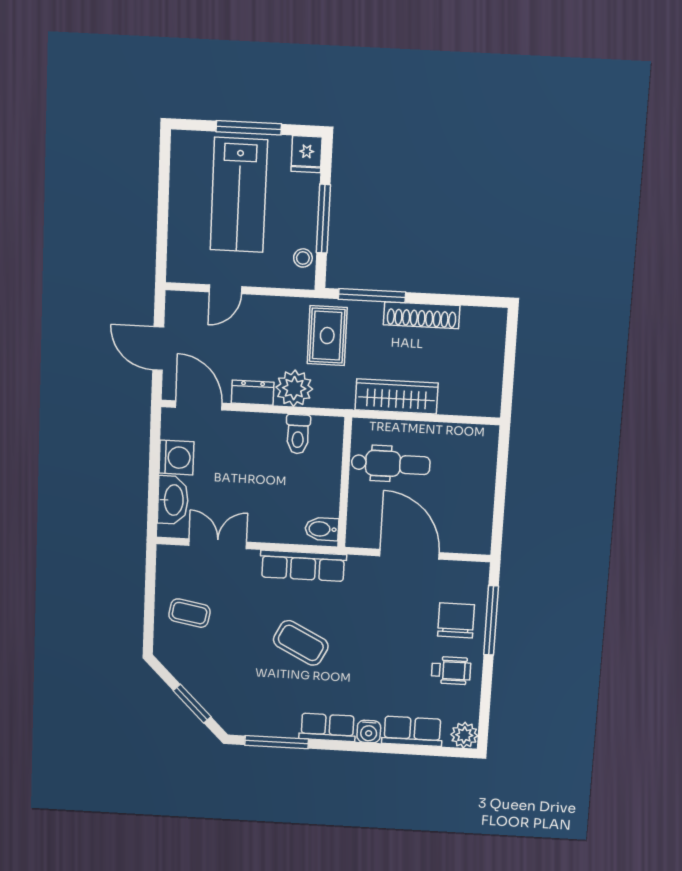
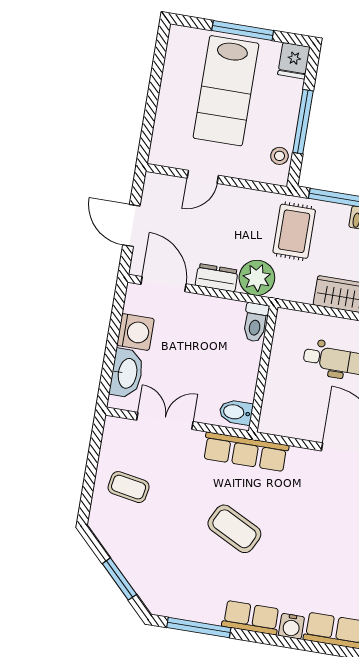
wall: (345, 482) -> (263, 369), moved
bidet: (322, 529) -> (236, 412), moved

